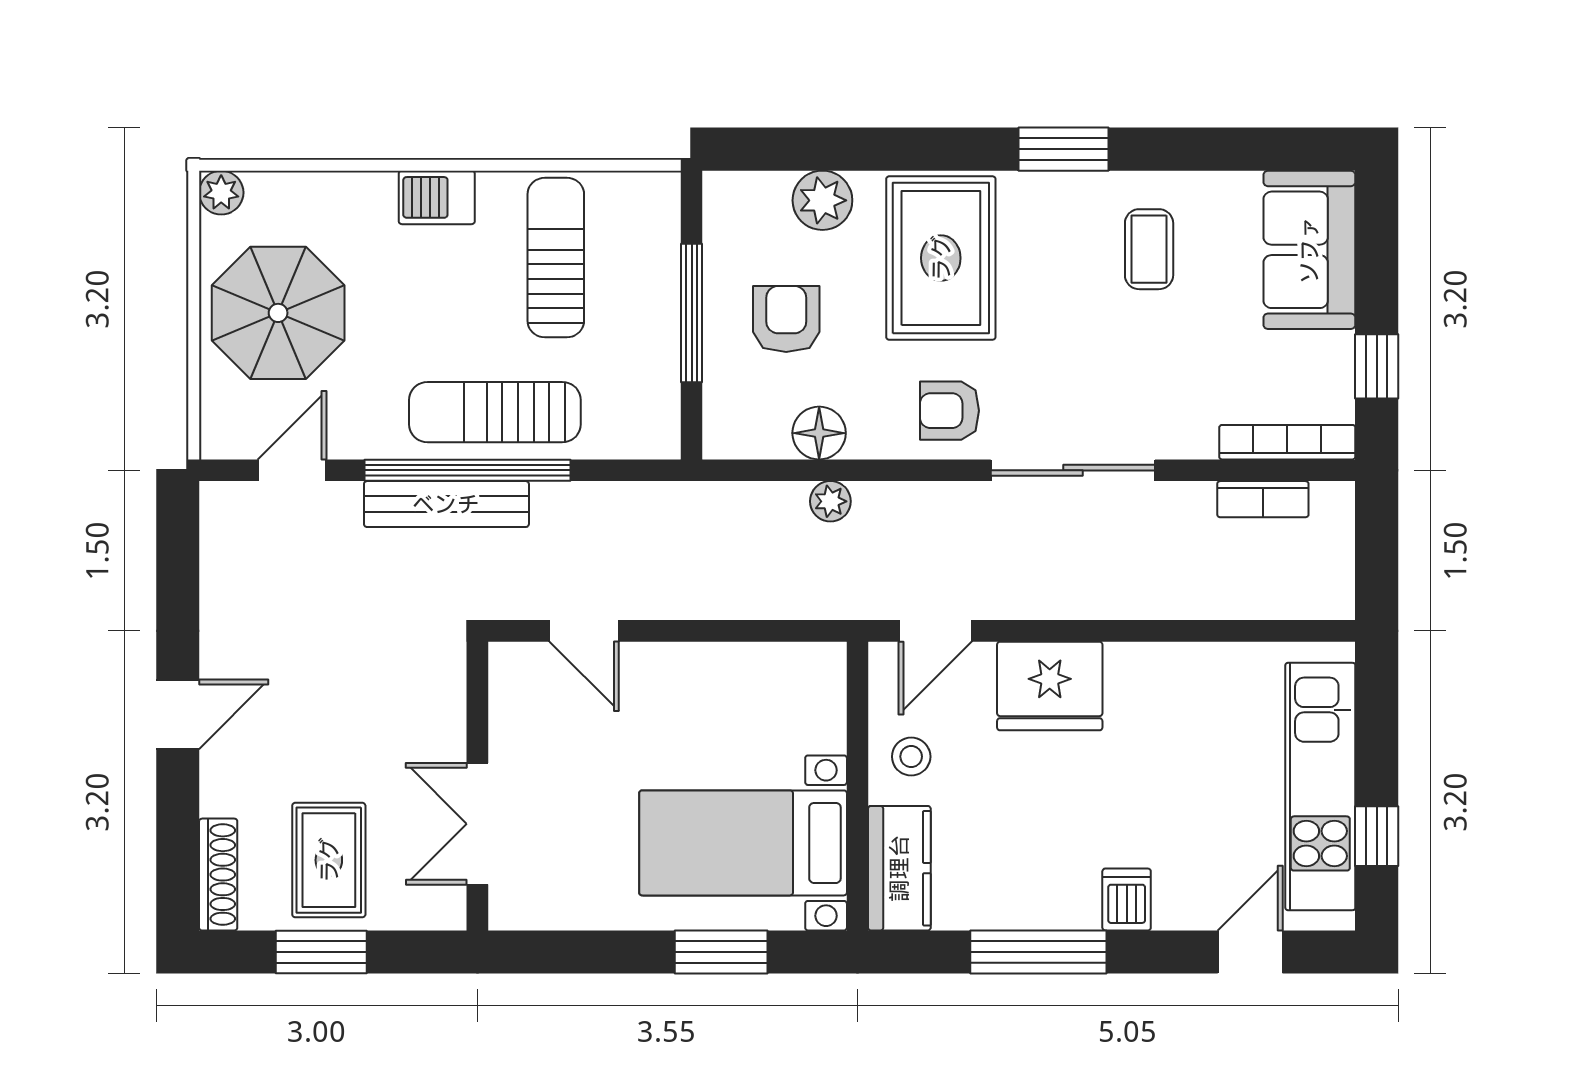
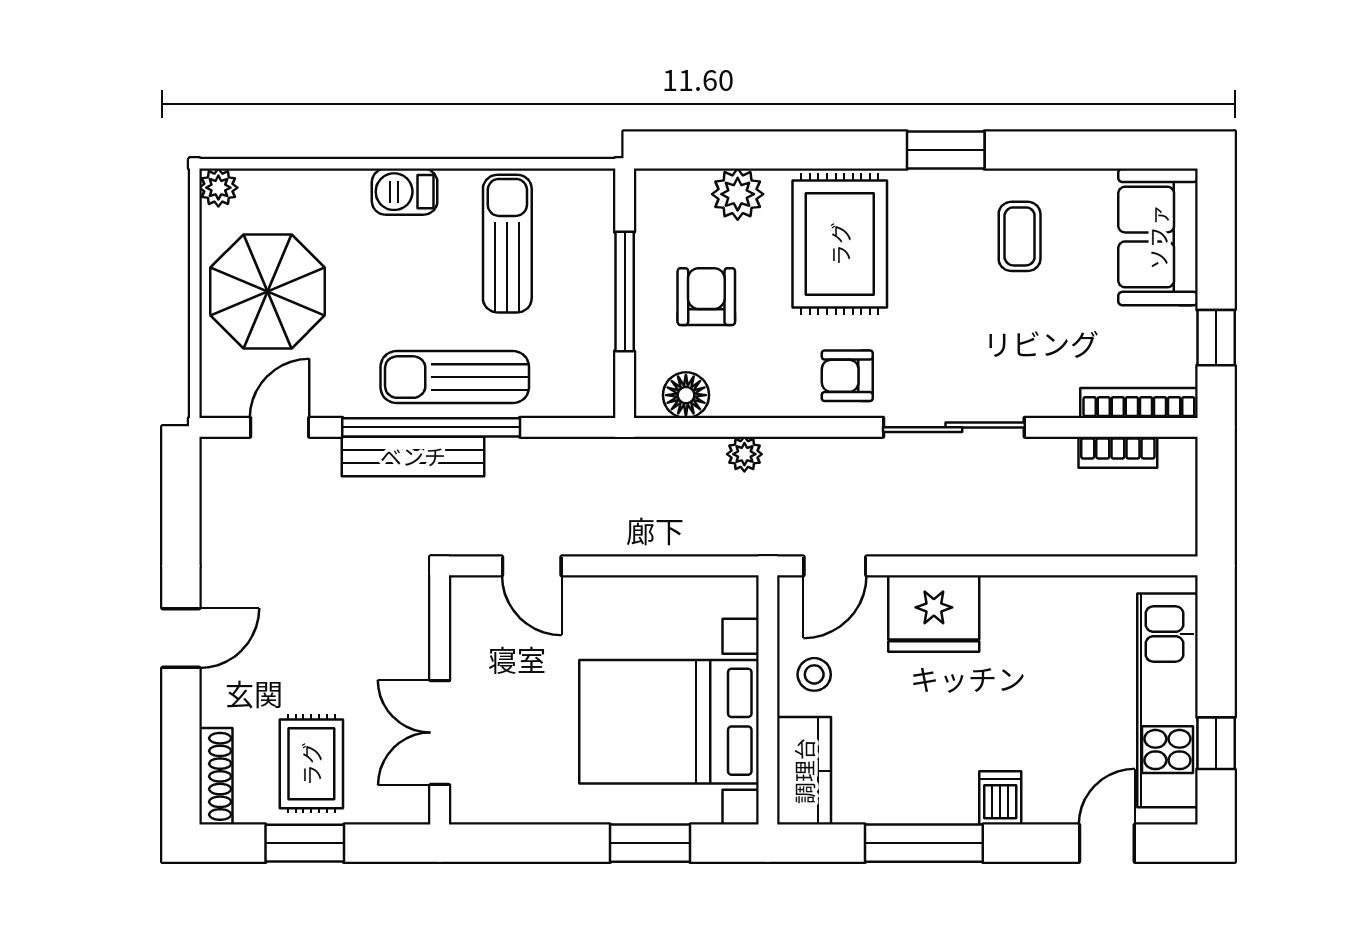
floor lamp: (819, 433) -> (686, 395), moved
bed with nightstands: (743, 843) -> (669, 722), width x1.36

